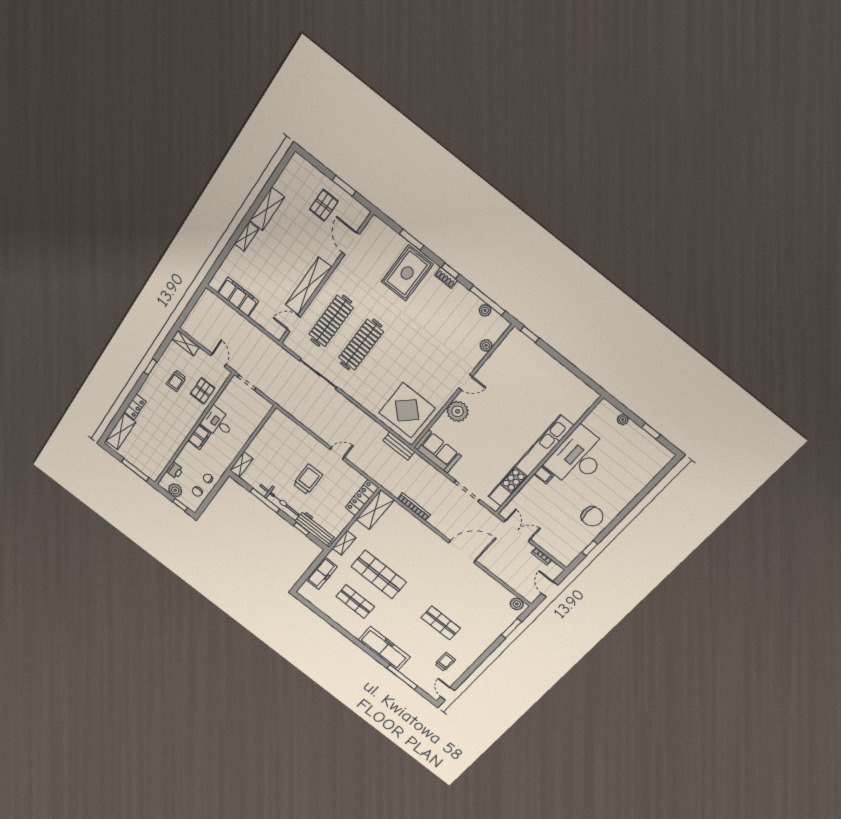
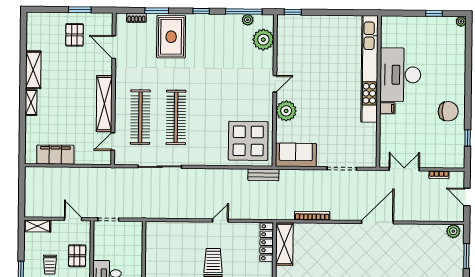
shoe rack: (446, 278) -> (136, 18), moved
plant: (486, 345) -> (263, 40), width x1.88, depth x1.88
plant: (623, 420) -> (461, 21), moved
kitchen unit: (530, 462) -> (370, 69), moved

